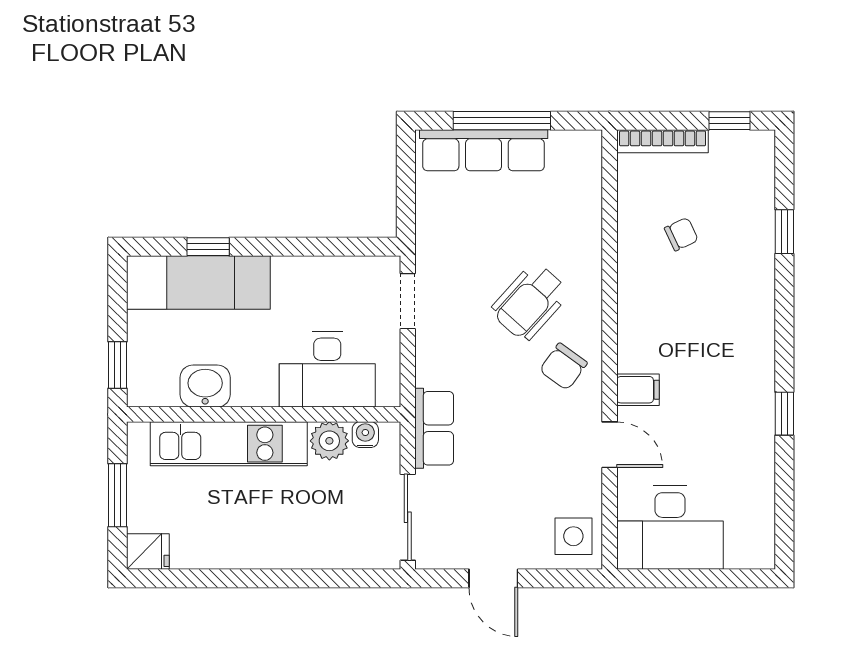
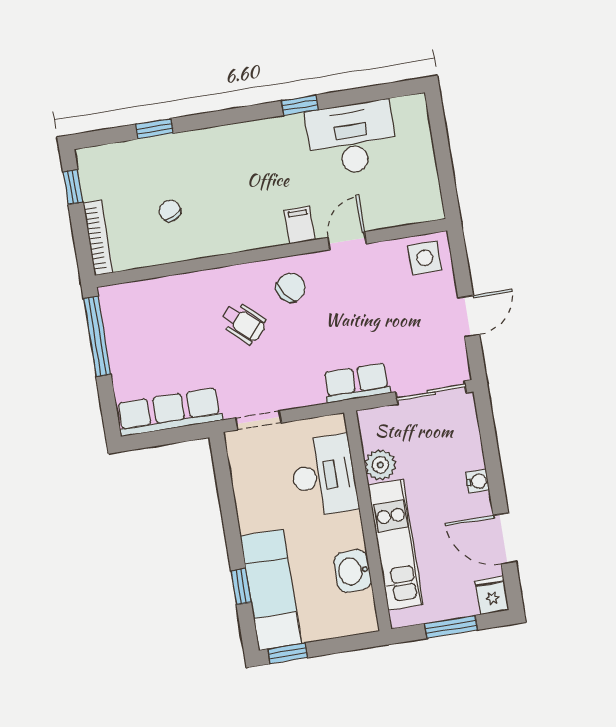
window: (502, 121) -> (97, 336), moved
row of seats: (484, 150) -> (169, 412), moved, turned -90
wheelchair: (530, 302) -> (243, 323), width x0.73, depth x0.73
window: (117, 365) -> (288, 653), moved
chair: (563, 367) -> (291, 288), turned -72
water cooler: (365, 435) -> (478, 481), moved, turned 180
desk: (670, 528) -> (352, 138), moved, turned -90
door: (215, 578) -> (505, 539), added

